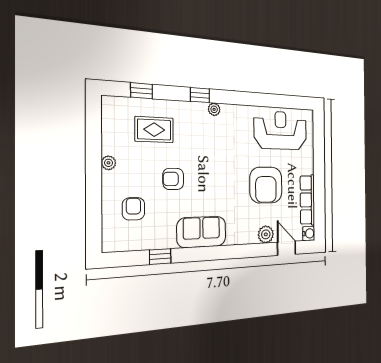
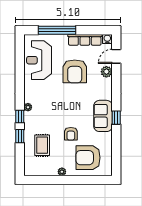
window: (142, 91) -> (20, 136), moved
window: (319, 159) -> (57, 30), added
armchair: (266, 185) -> (75, 71), turned 90
armchair: (133, 209) -> (88, 158), width x1.88, depth x1.88
window: (160, 257) -> (116, 118), moved

